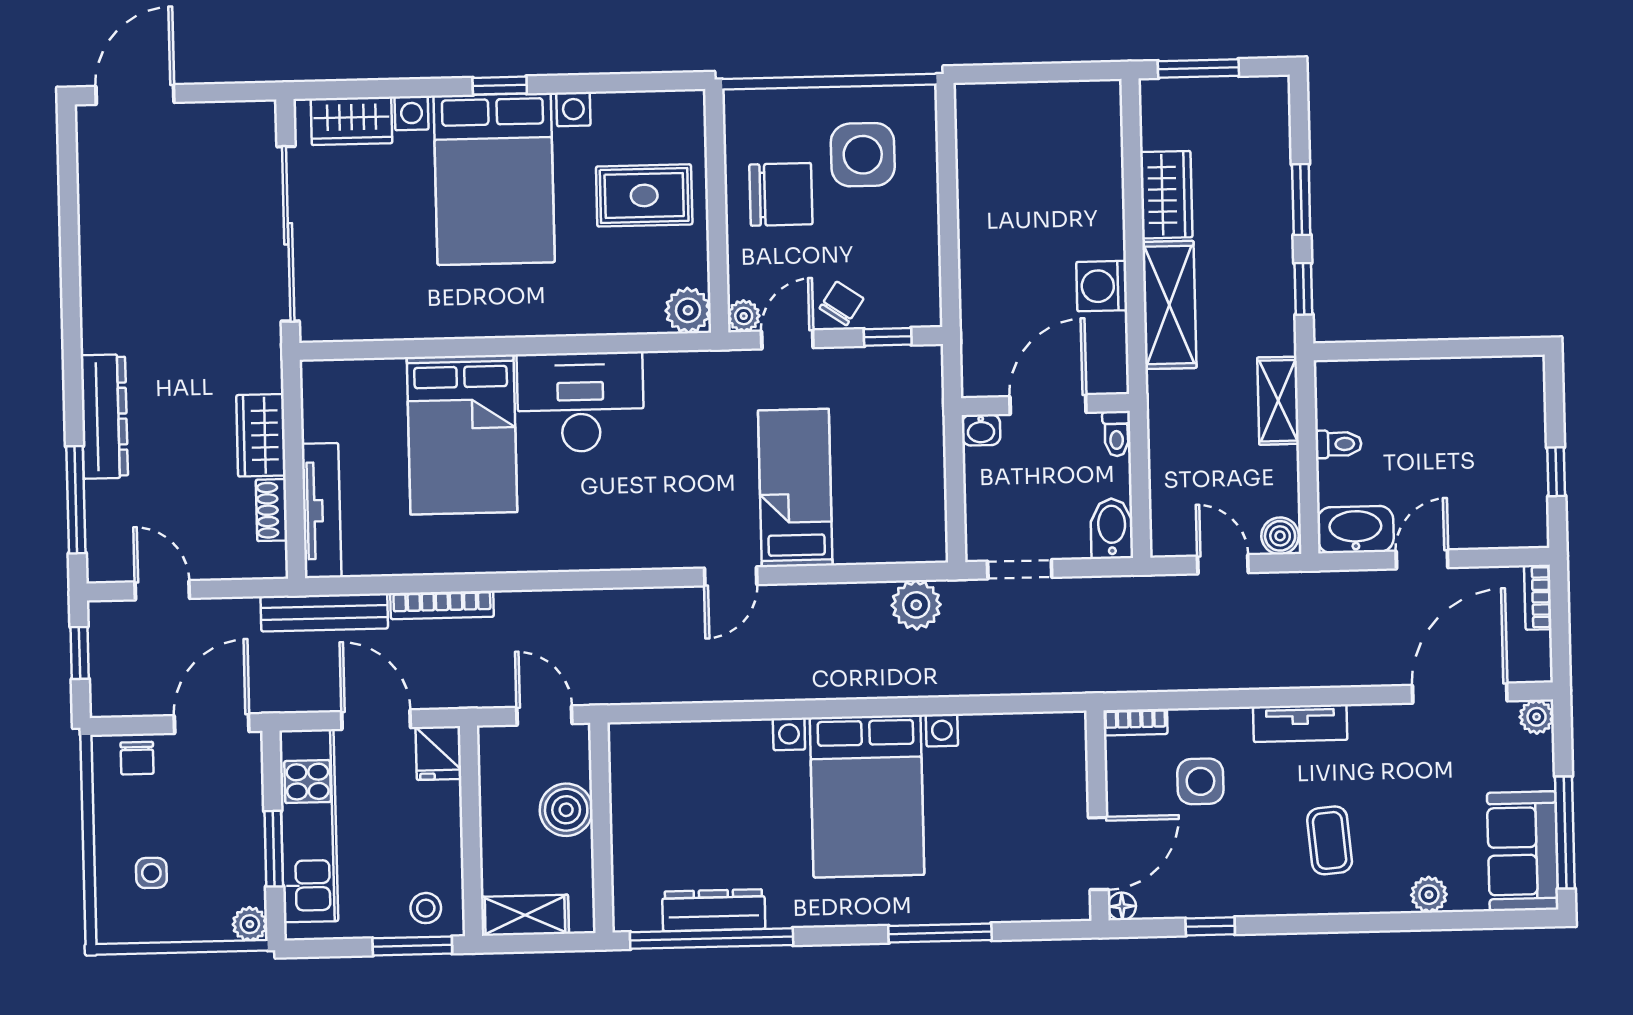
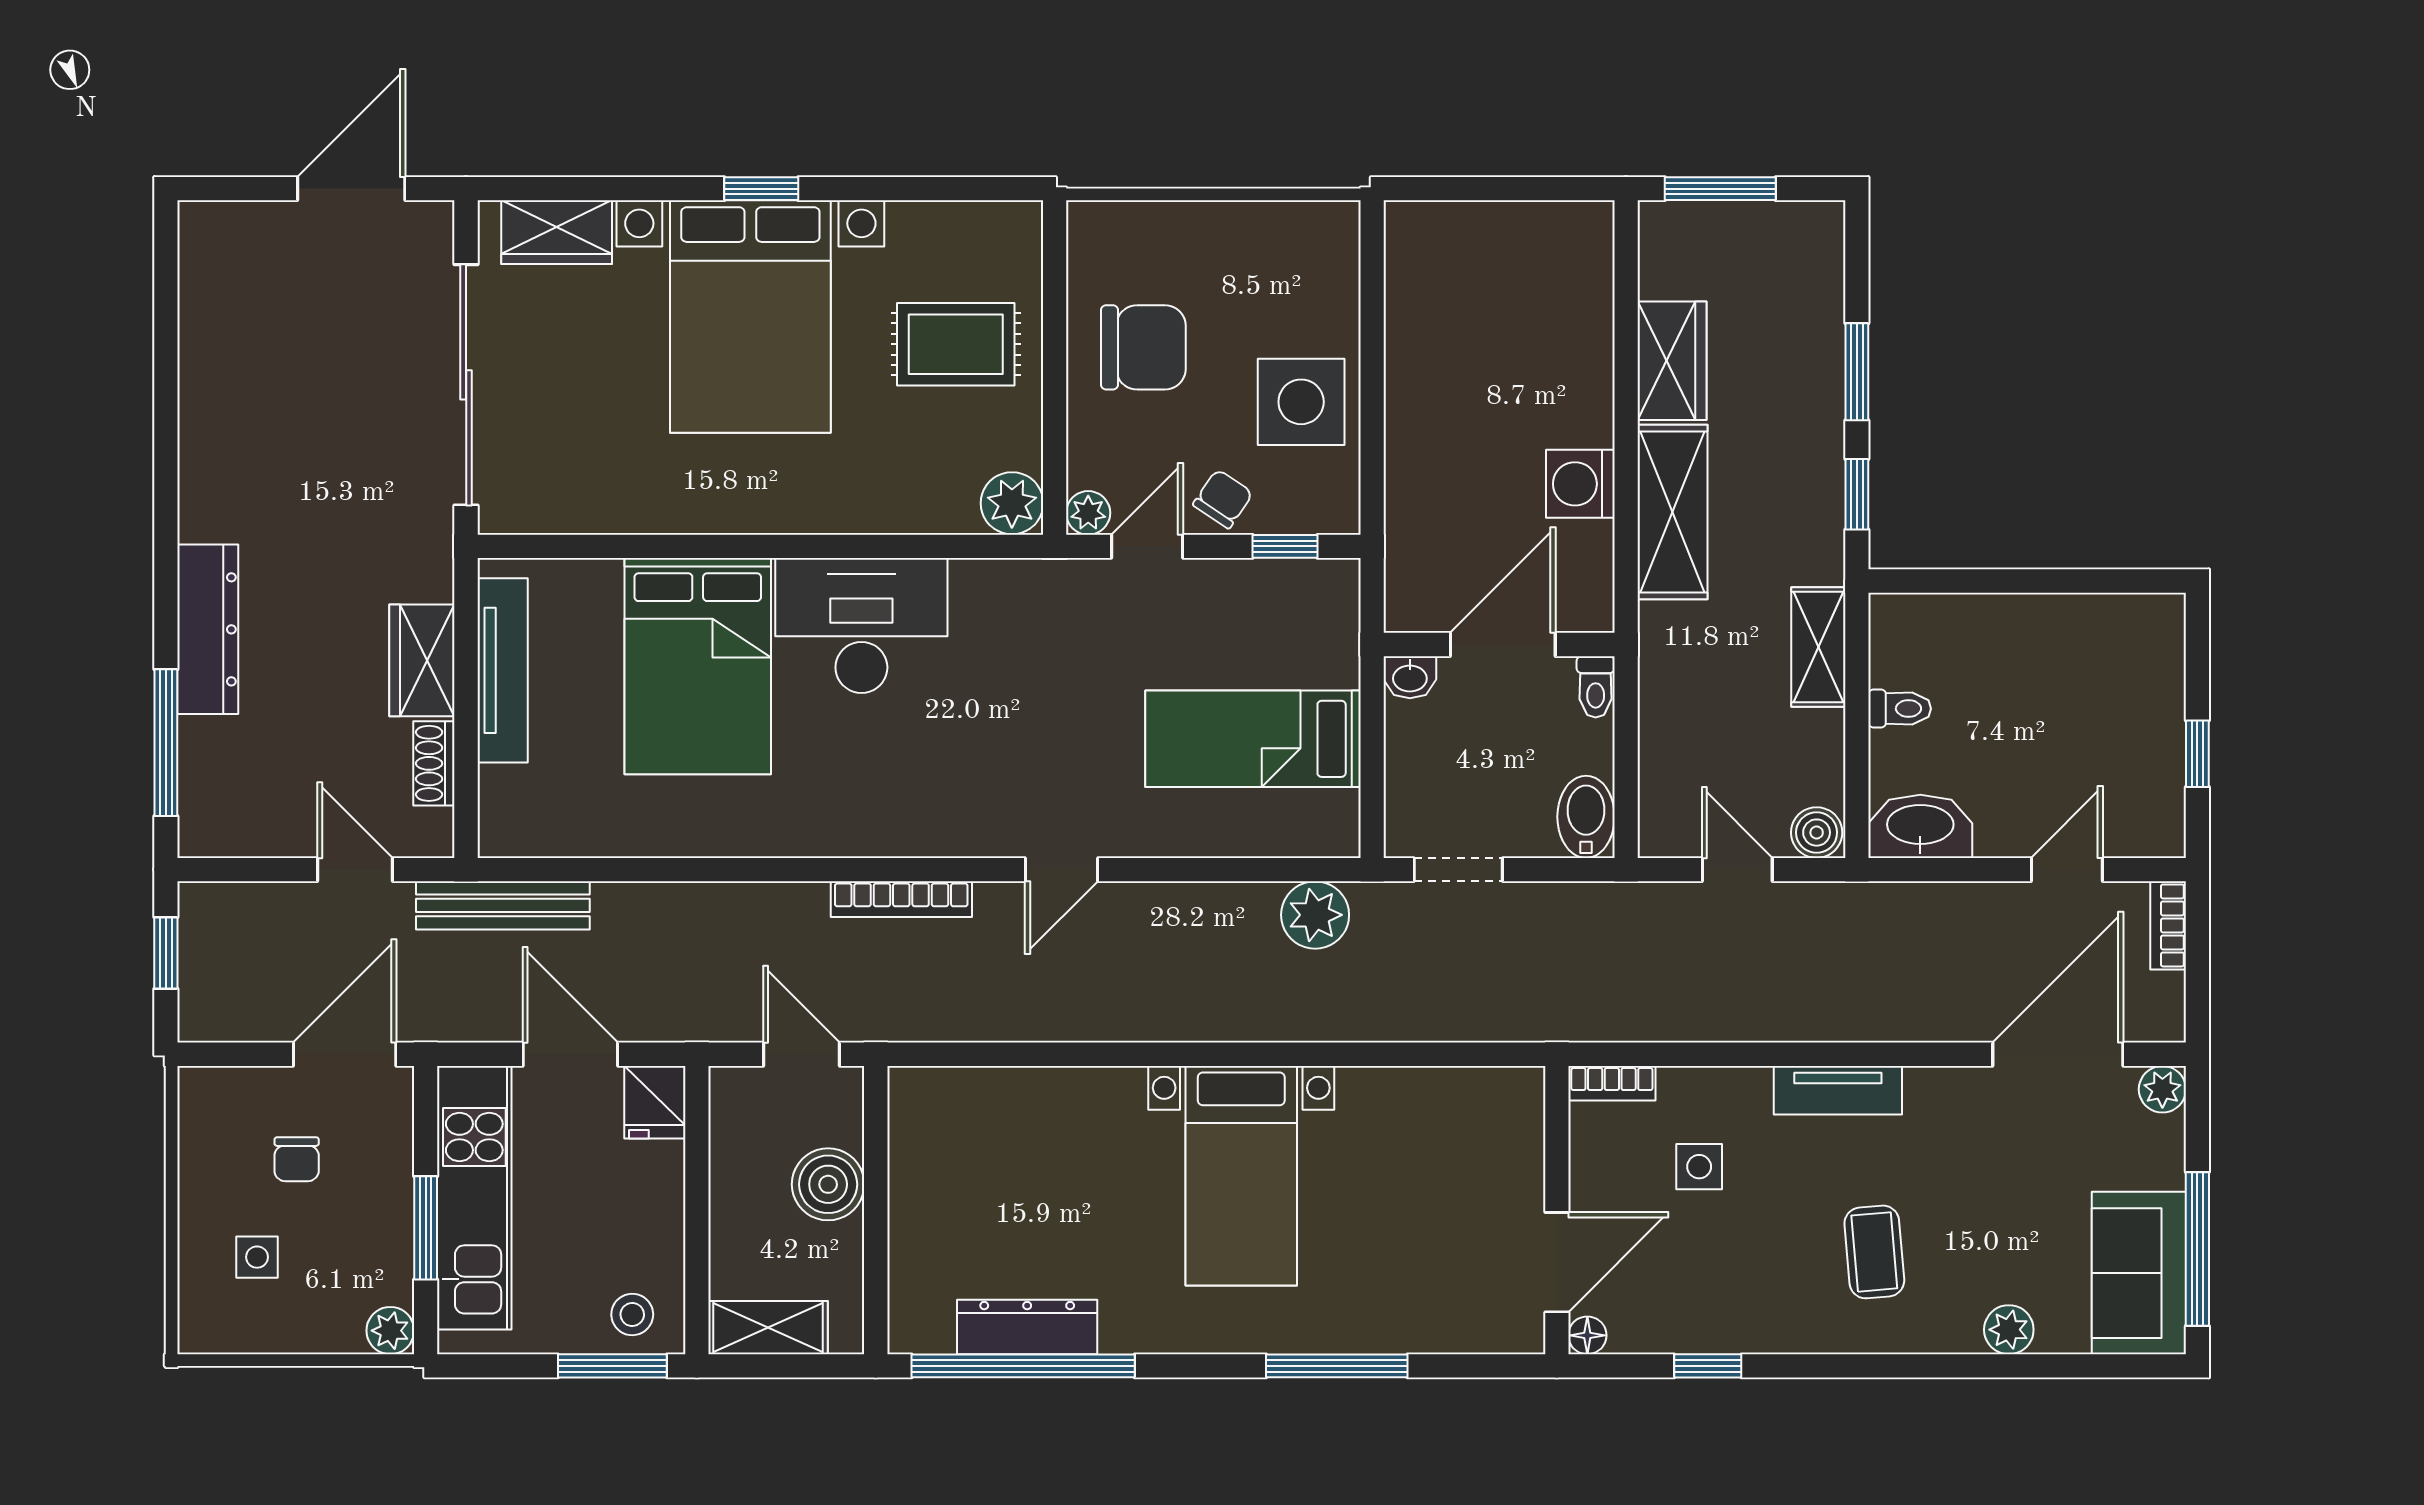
door: (135, 94) -> (351, 189), moved
side table: (863, 155) -> (1301, 402), moved
bed: (795, 488) -> (1253, 739), moved, turned -90
tv unit: (322, 511) -> (503, 670), moved
door: (1422, 559) -> (2067, 870), moved
door: (162, 590) -> (355, 870), moved
bookcase: (442, 605) -> (901, 899), moved
chair: (137, 758) -> (297, 1159), moved
side table: (1200, 781) -> (1699, 1167), width x0.73, depth x0.73
bed with nightstands: (867, 796) -> (1241, 1176), width x0.73

